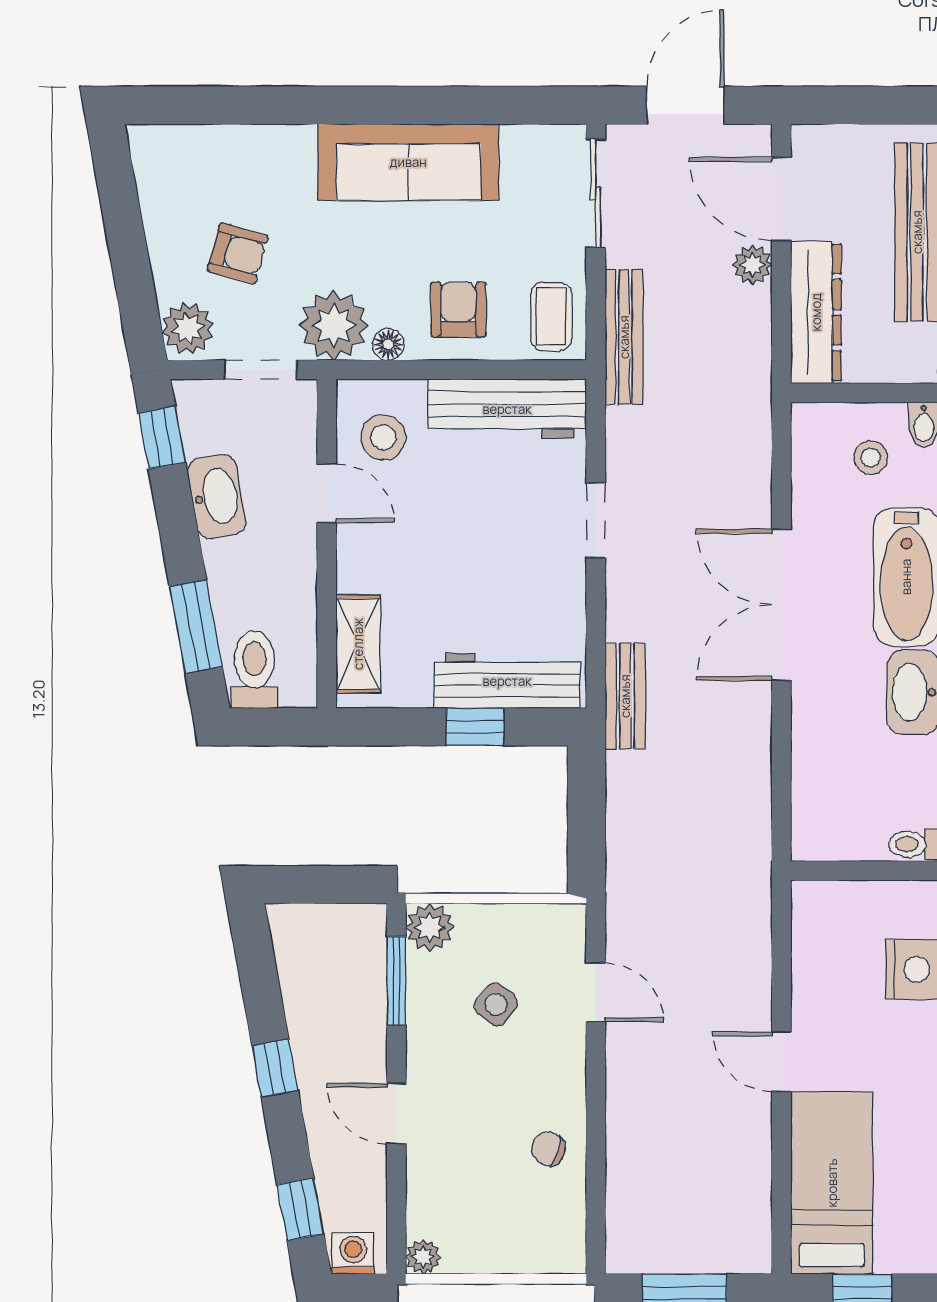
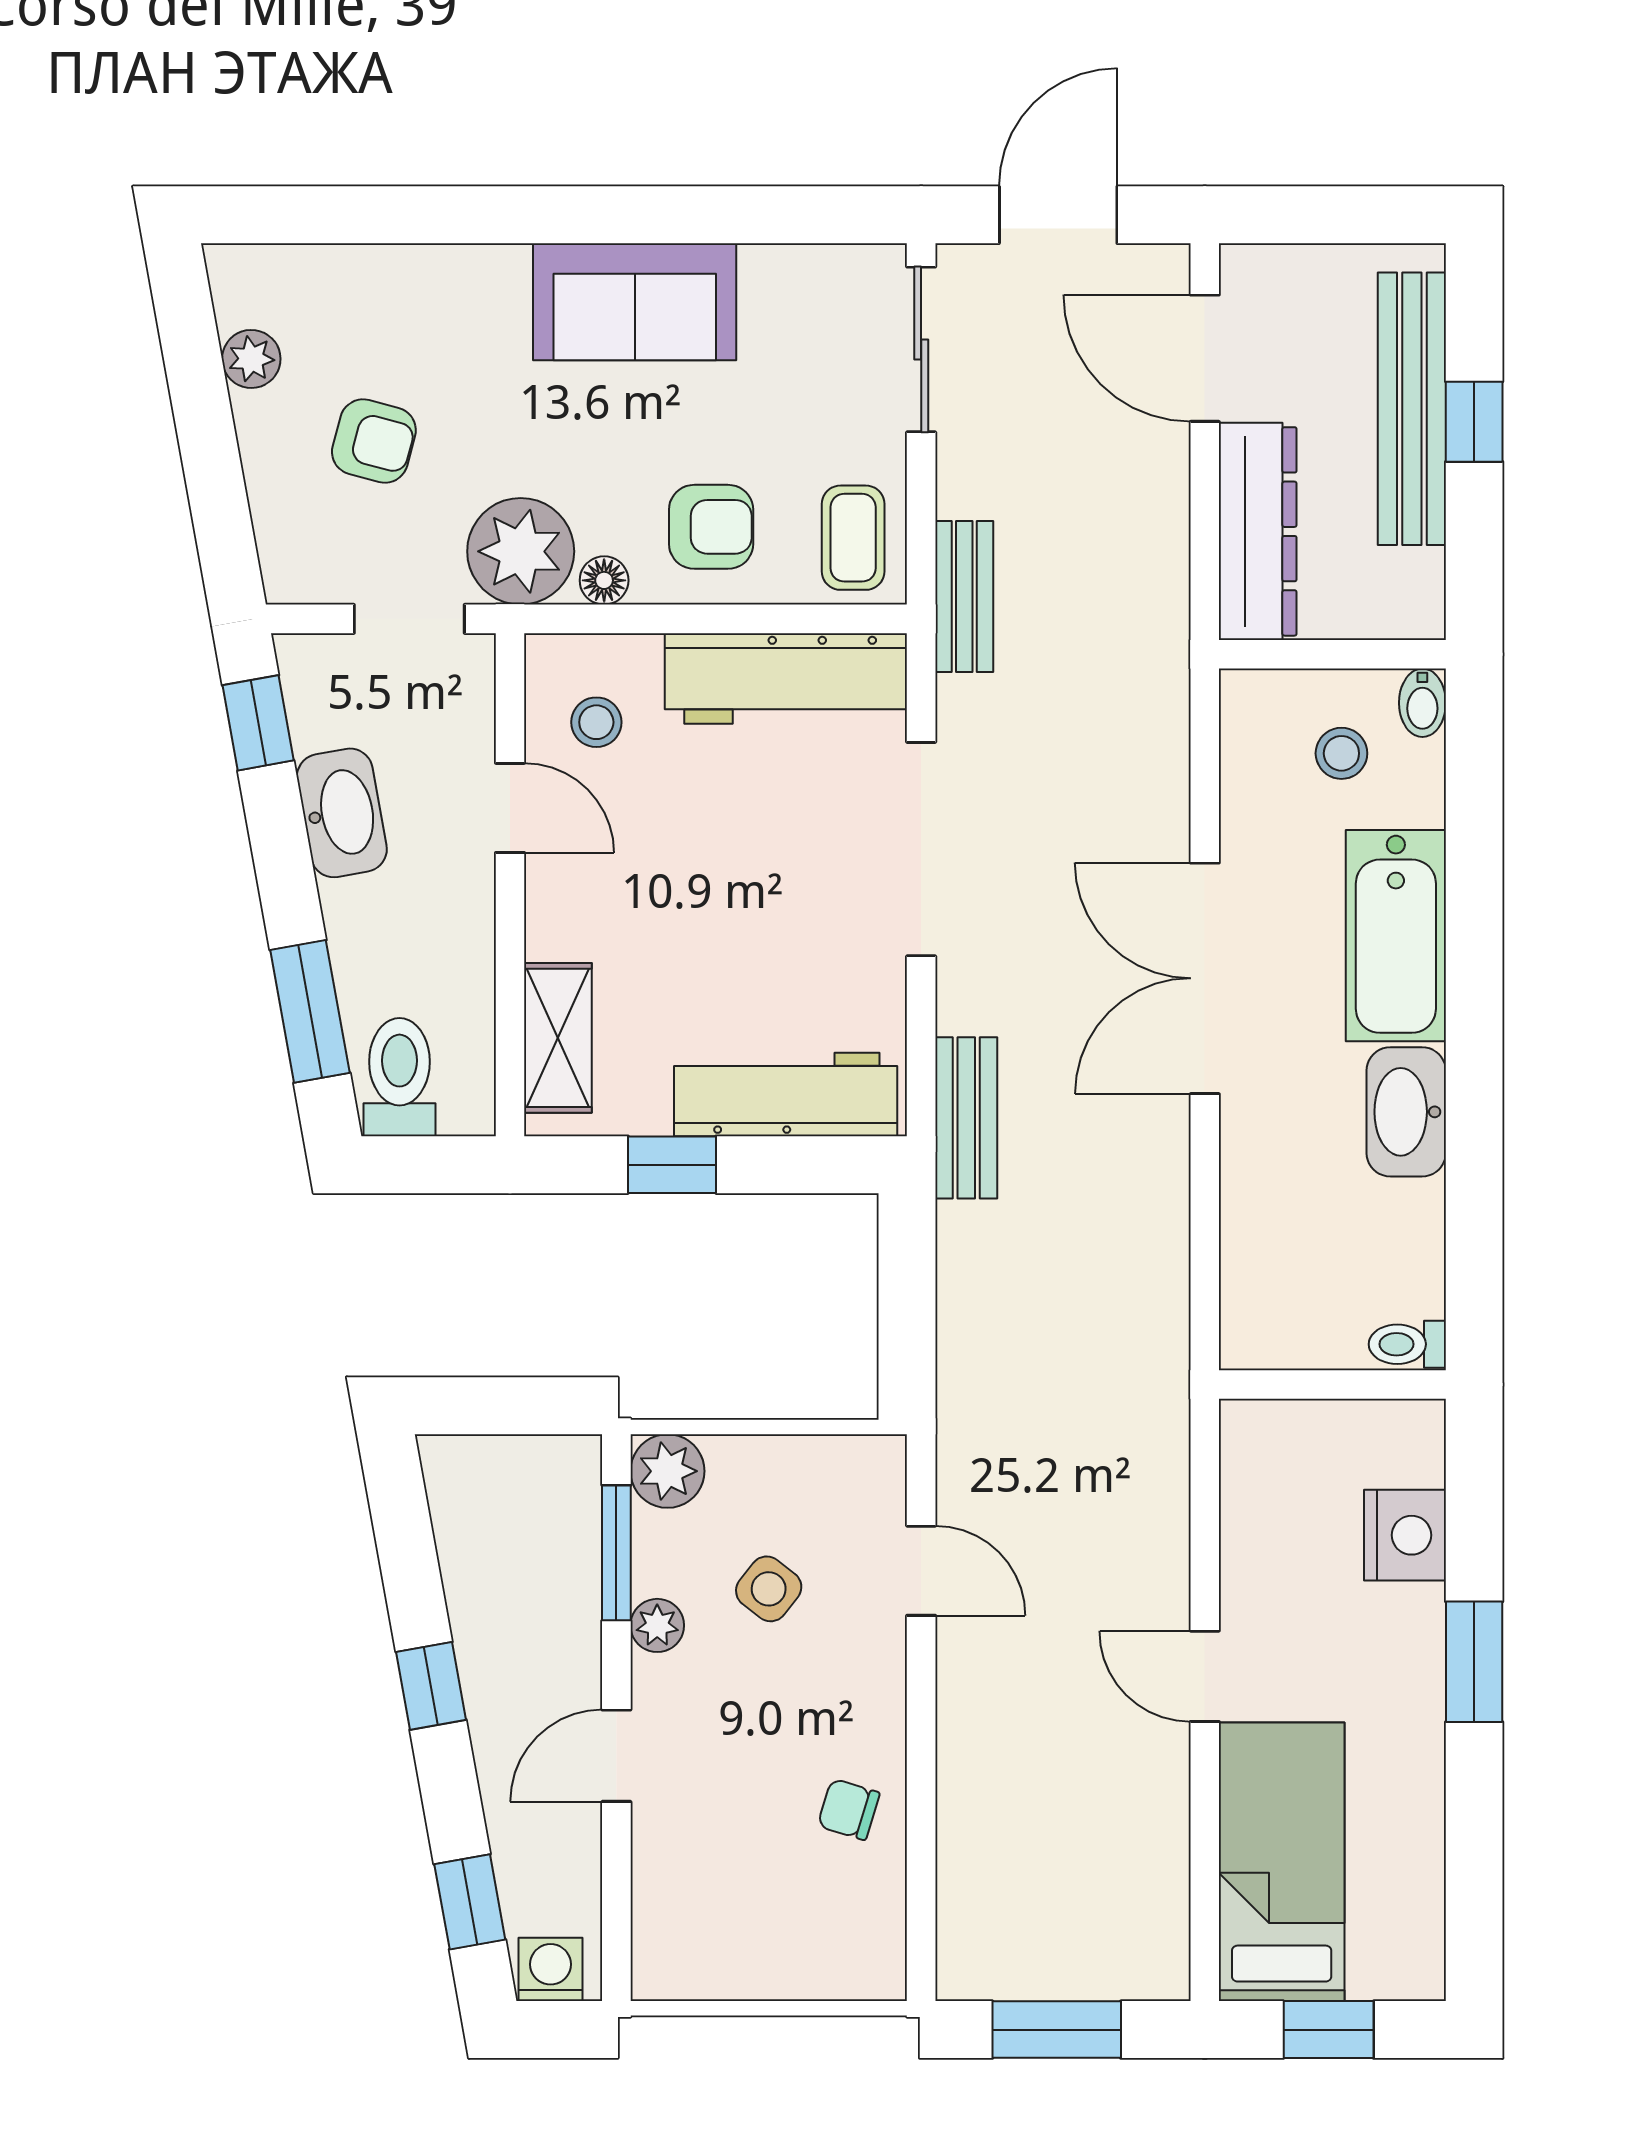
sofa: (408, 162) -> (635, 302), width x0.73
plant: (752, 265) -> (1160, 459), removed
armchair: (458, 309) -> (711, 527), turned 90
plant: (188, 328) -> (251, 359), moved, width x0.73, depth x0.73
bench: (624, 337) -> (964, 597), width x0.73
stool: (383, 437) -> (596, 722), width x0.73, depth x0.73
doorway: (596, 520) -> (921, 849), width x1.88
window: (475, 727) -> (672, 1165), moved
door: (396, 1114) -> (616, 1756), hinge flipped
plant: (423, 1257) -> (657, 1625), moved

